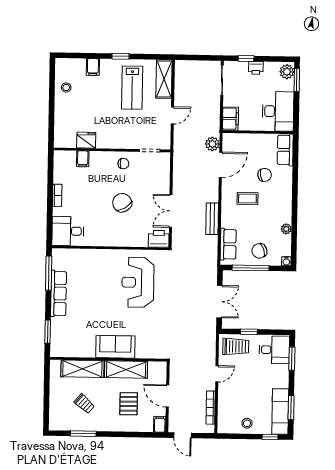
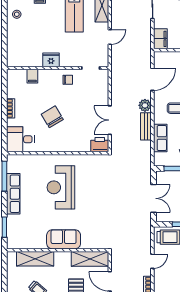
fridge: (86, 140) -> (51, 60), moved
plant: (212, 144) -> (145, 105), moved
chair: (122, 203) -> (52, 117), moved
row of seats: (228, 244) -> (160, 138), moved
reception desk: (138, 282) -> (61, 187), moved
shelving: (126, 369) -> (90, 259), moved

